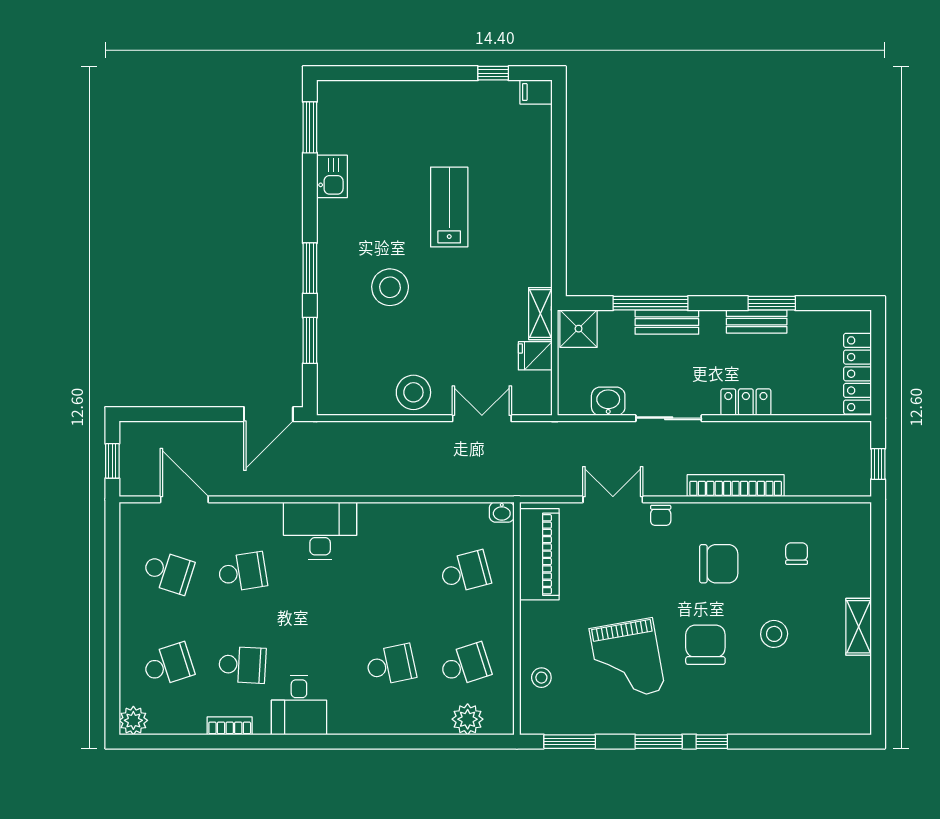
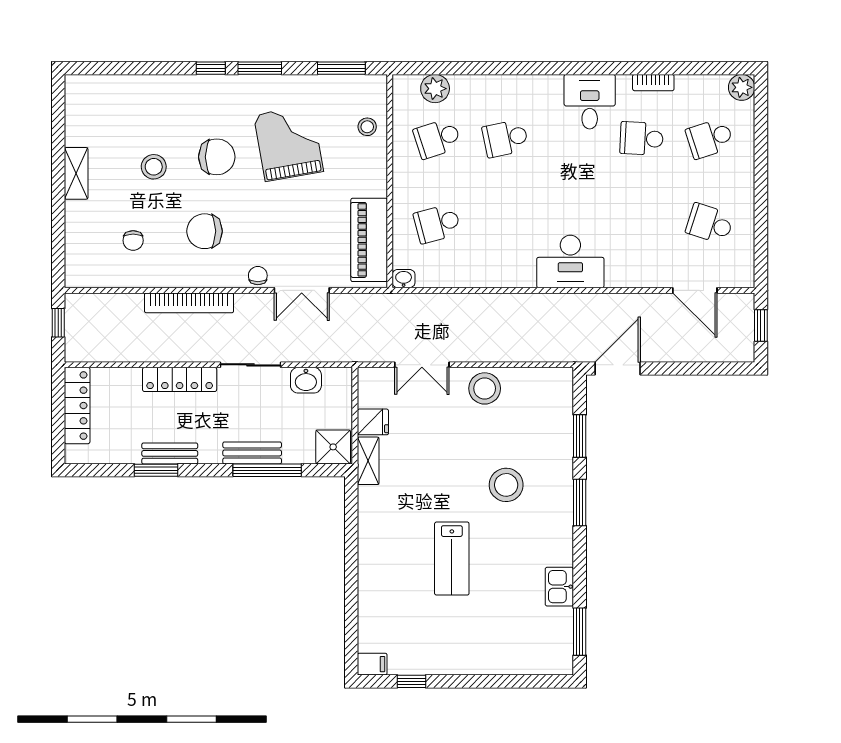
locker: (746, 402) -> (180, 379), width x1.53
school desk: (242, 572) -> (642, 224), removed
chair: (705, 645) -> (217, 157), turned -90

